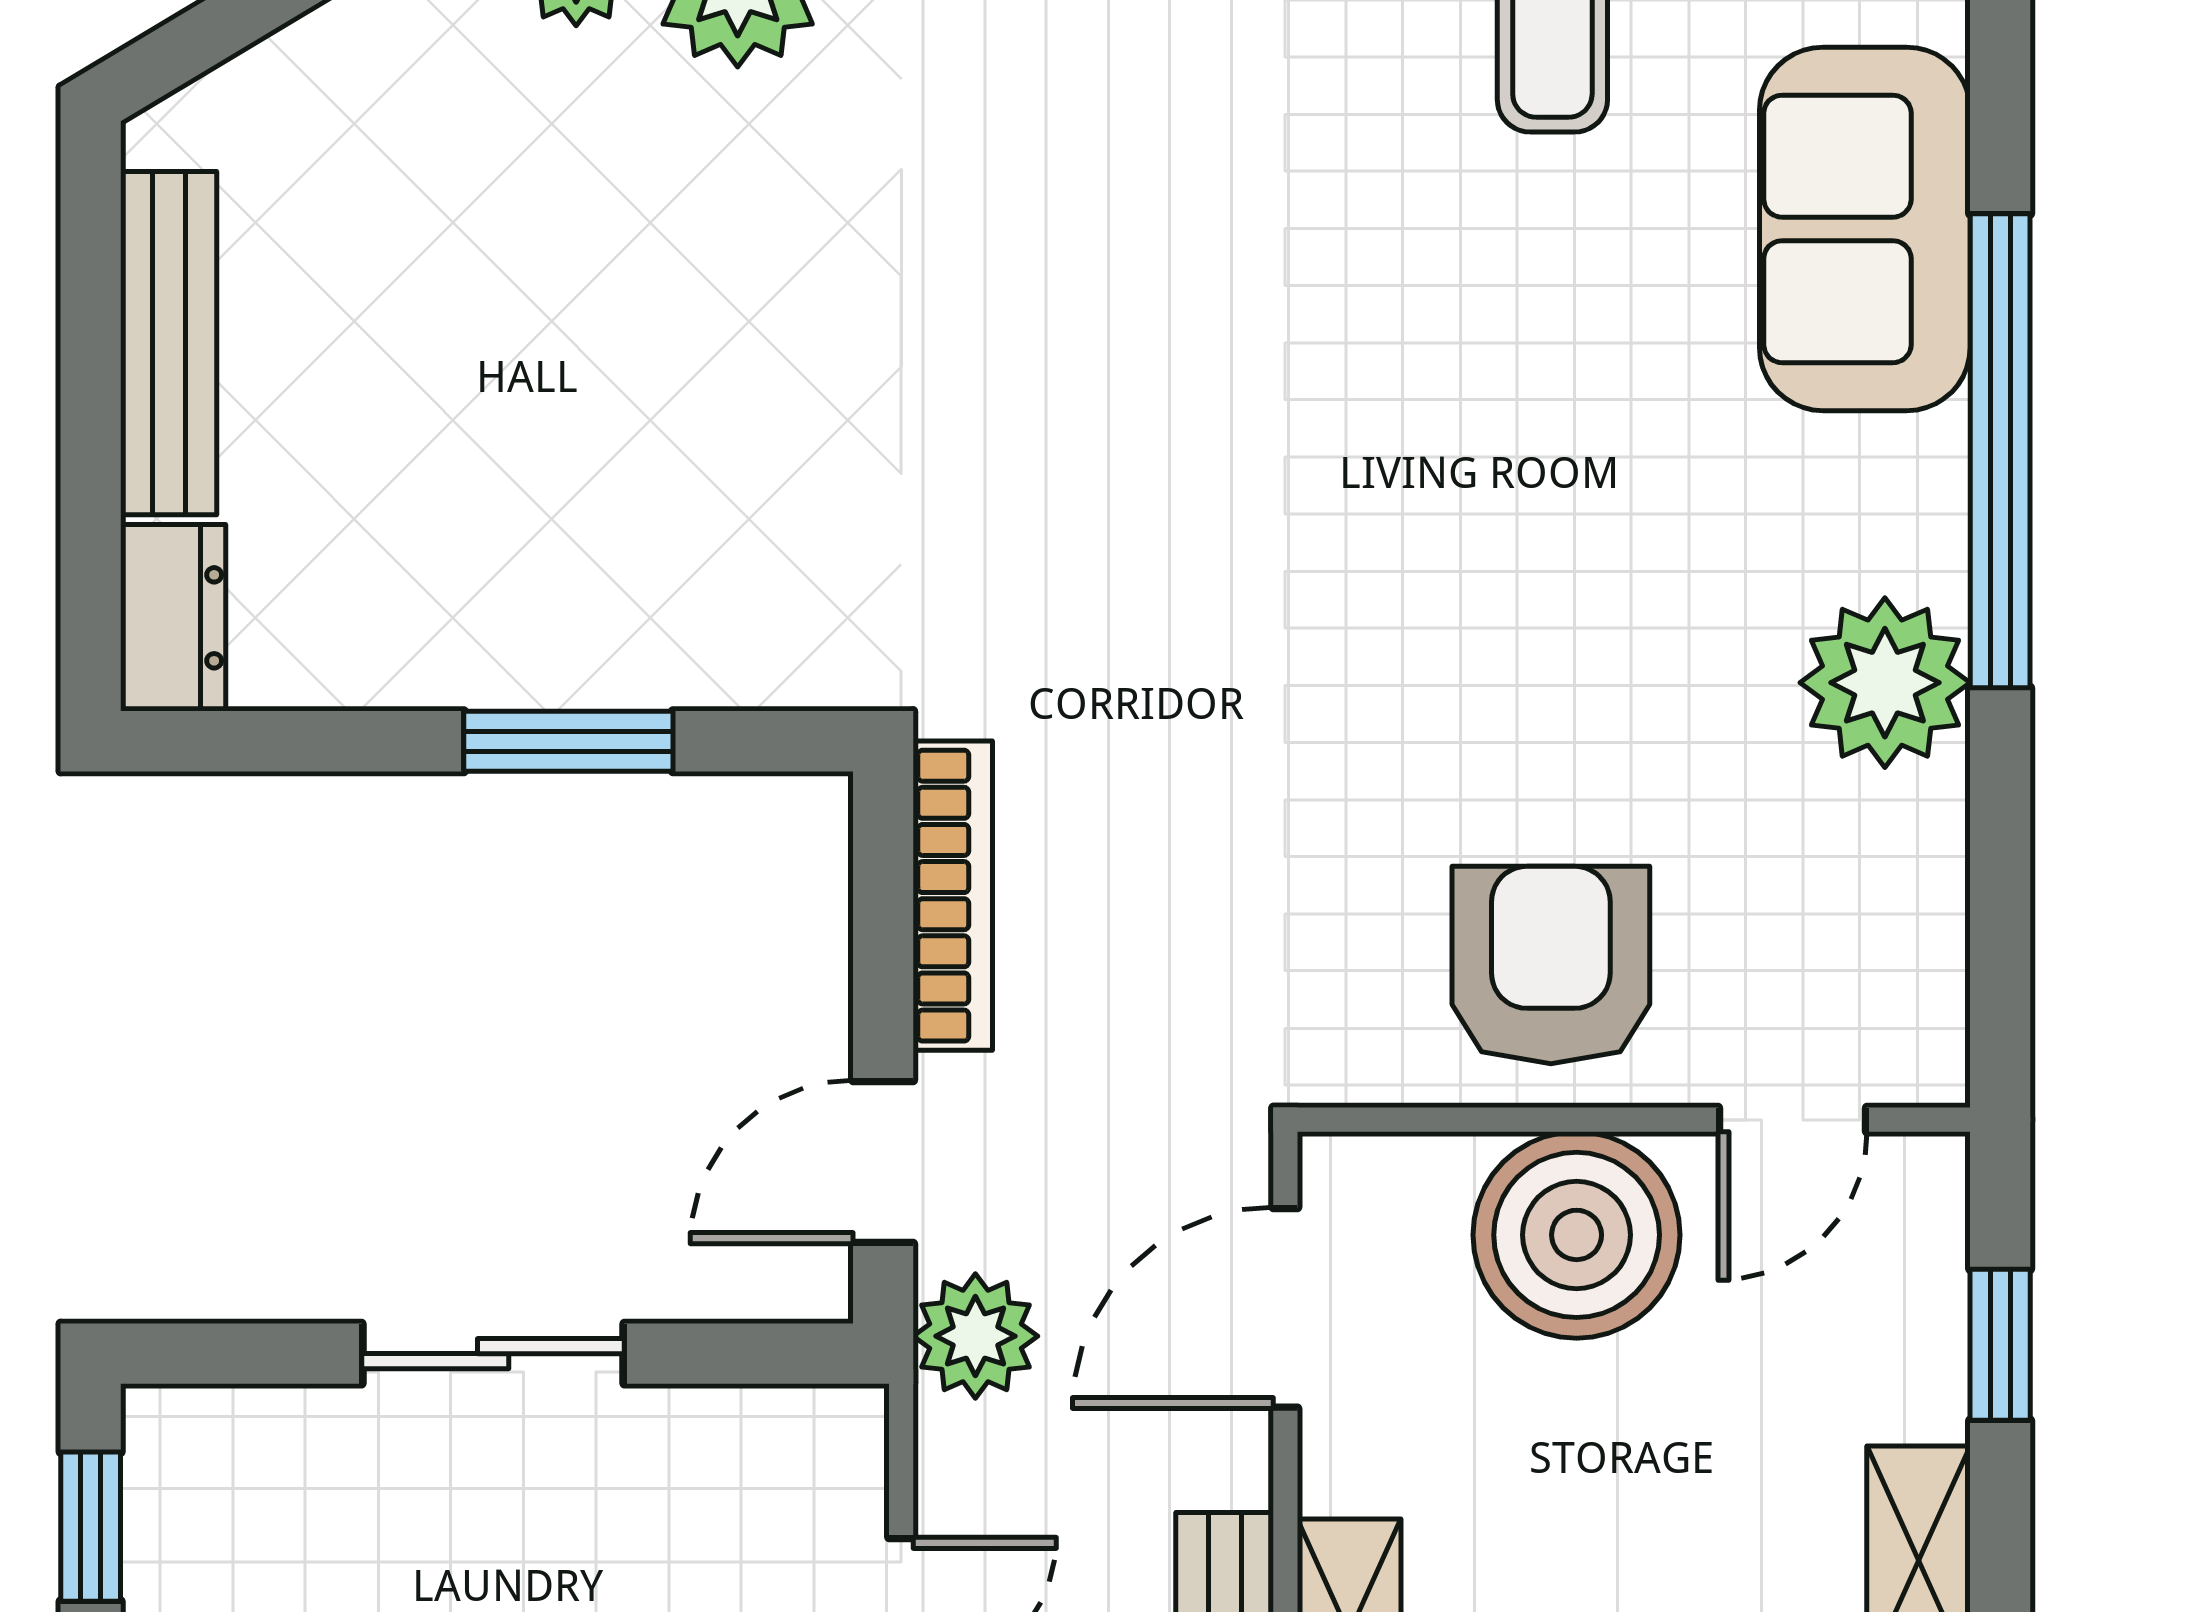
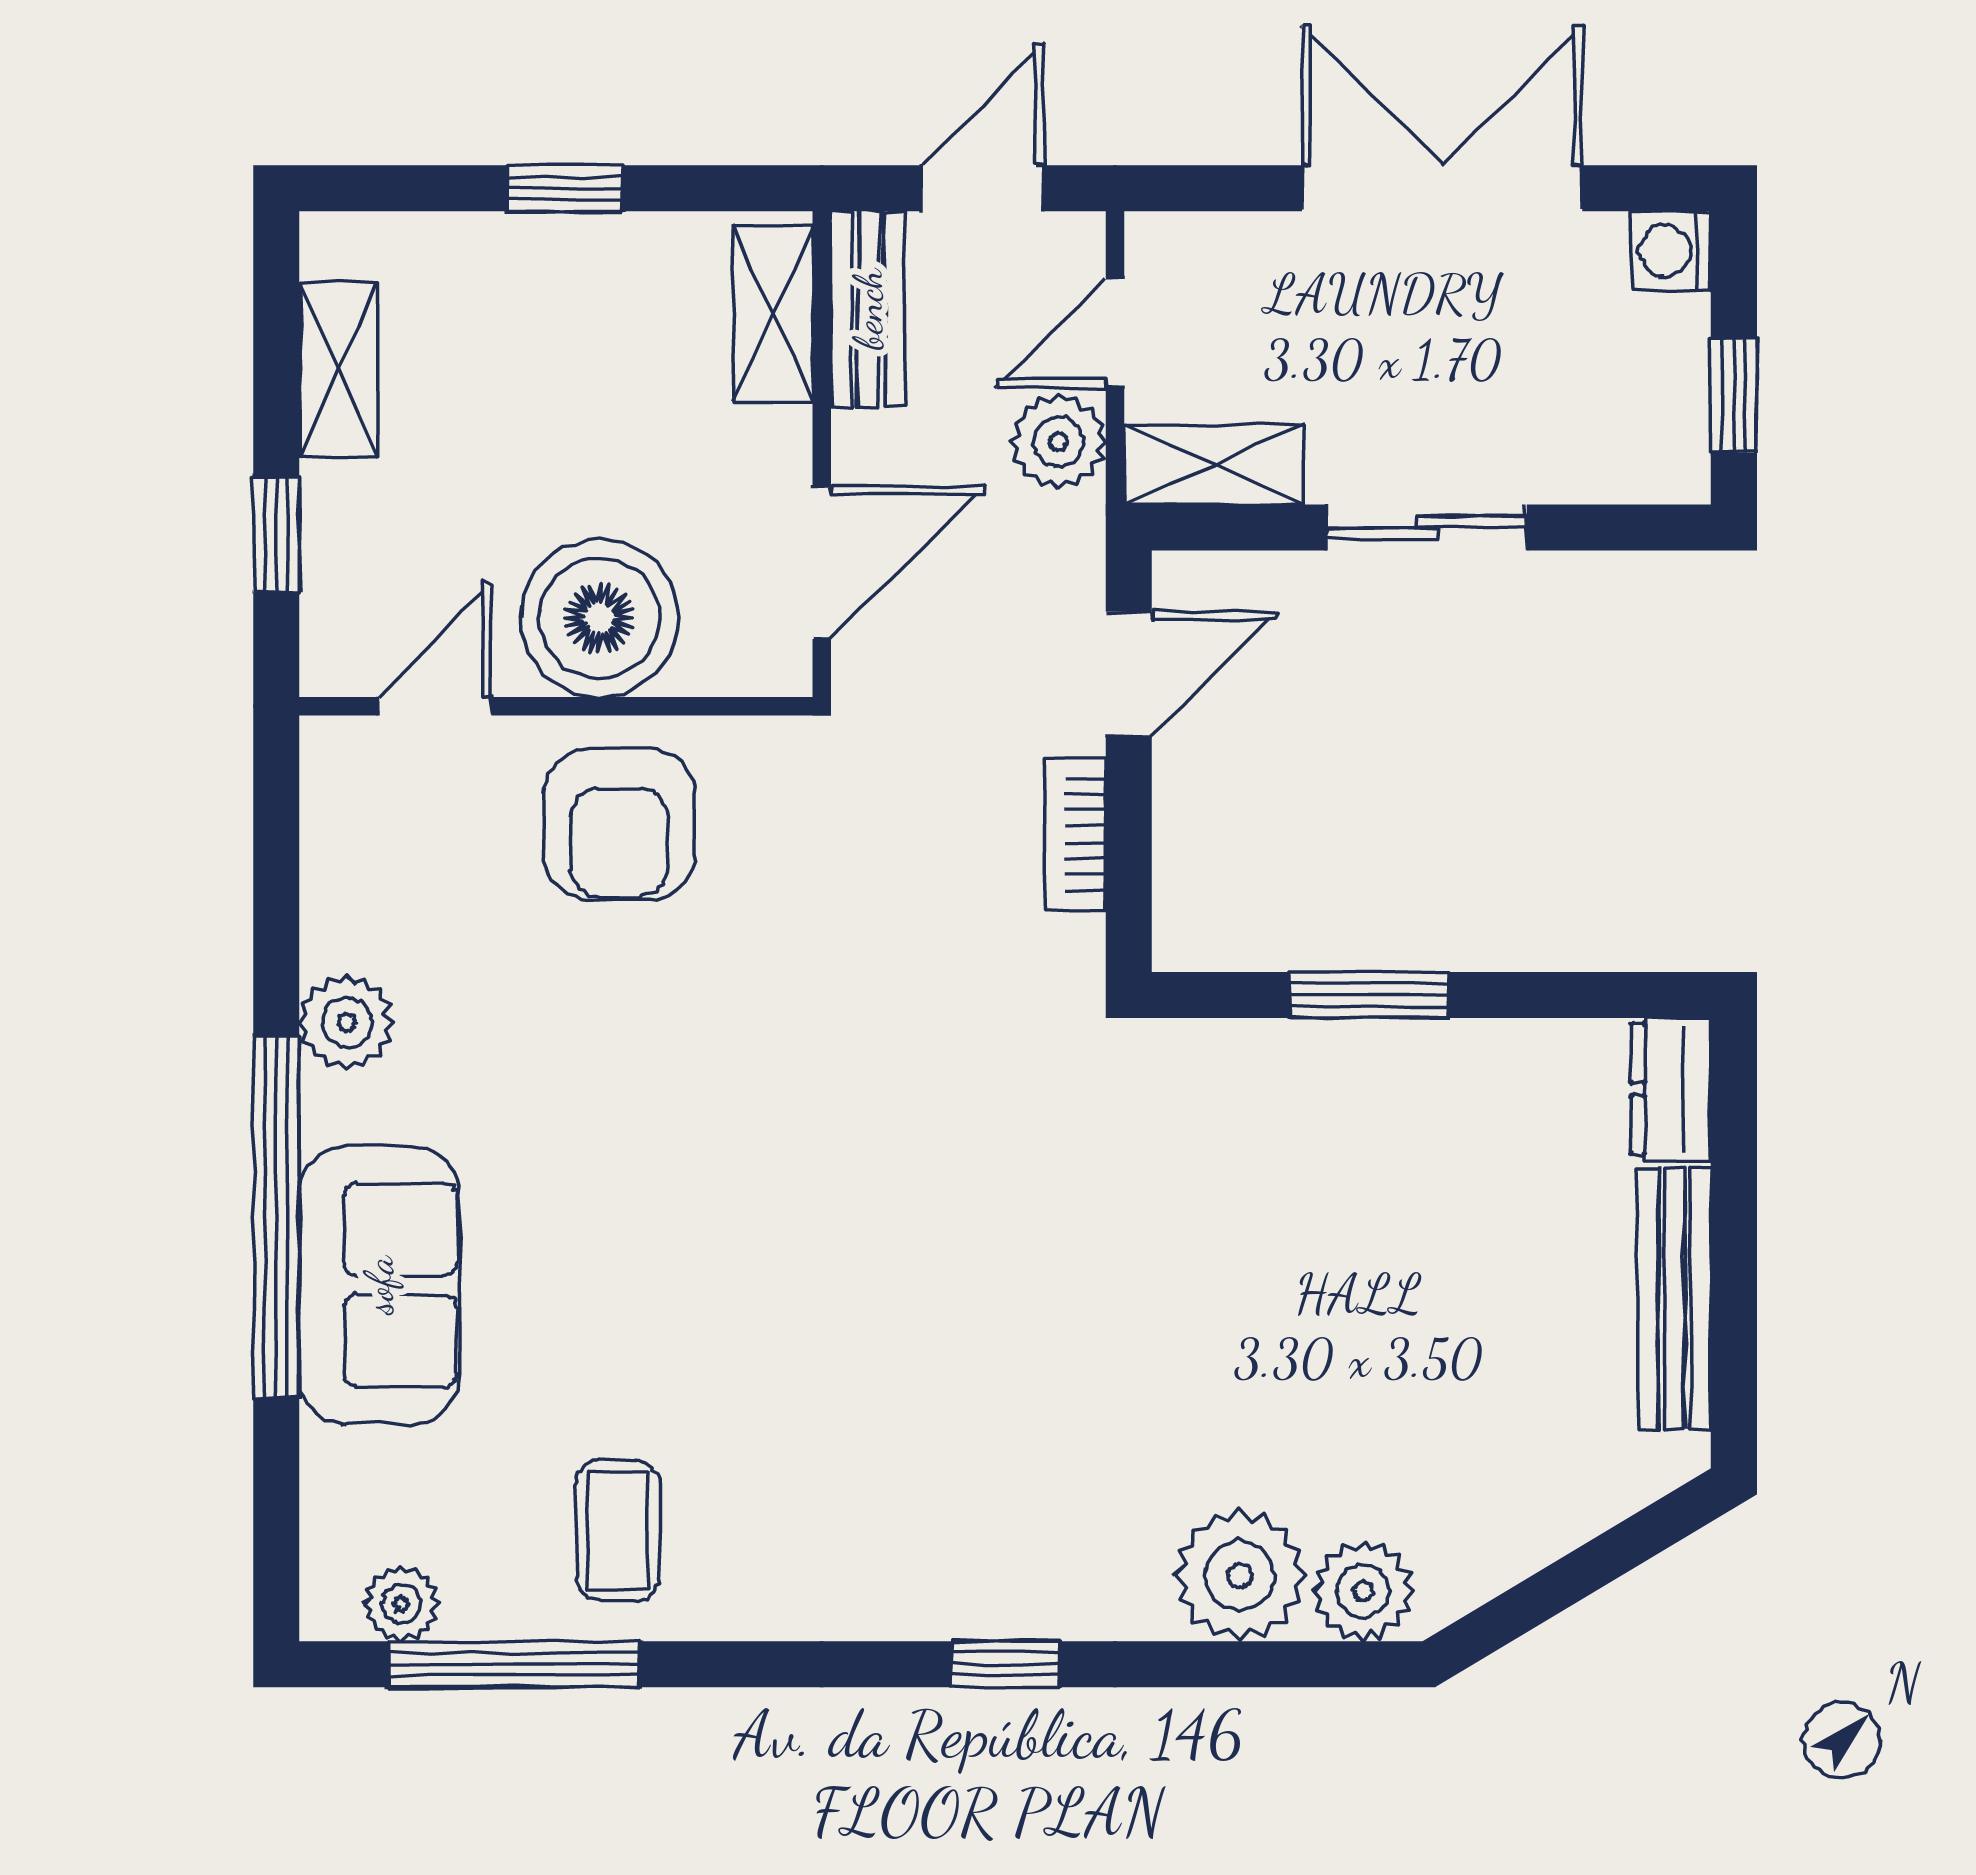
sofa: (1865, 229) -> (379, 1285), moved
plant: (1885, 683) -> (347, 1022), width x0.73, depth x0.73
bookcase: (953, 896) -> (1076, 835), width x0.64
plant: (975, 1336) -> (1058, 442), moved
shelving: (771, 1437) -> (1214, 464), added

